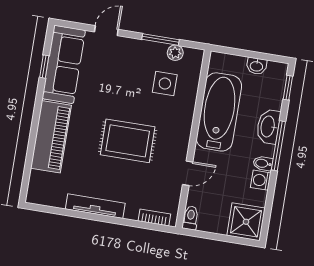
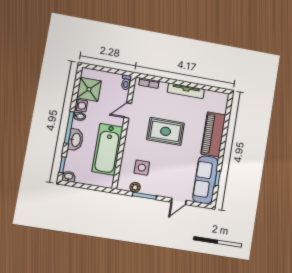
washbasin: (256, 66) -> (69, 177), moved
shower: (246, 222) -> (89, 89), moved

